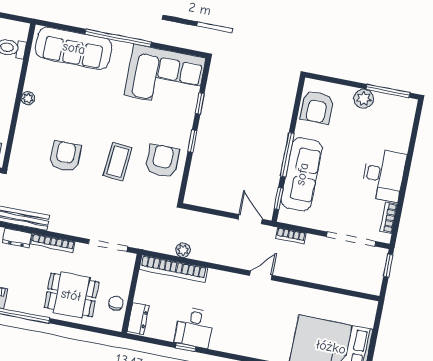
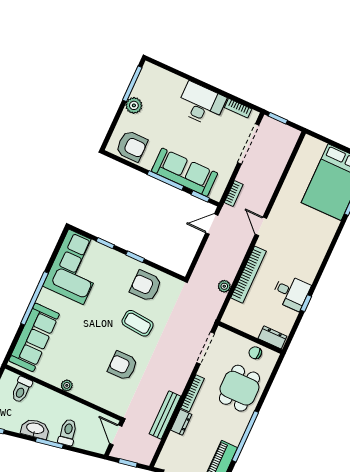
bookcase: (173, 269) -> (249, 275), moved

